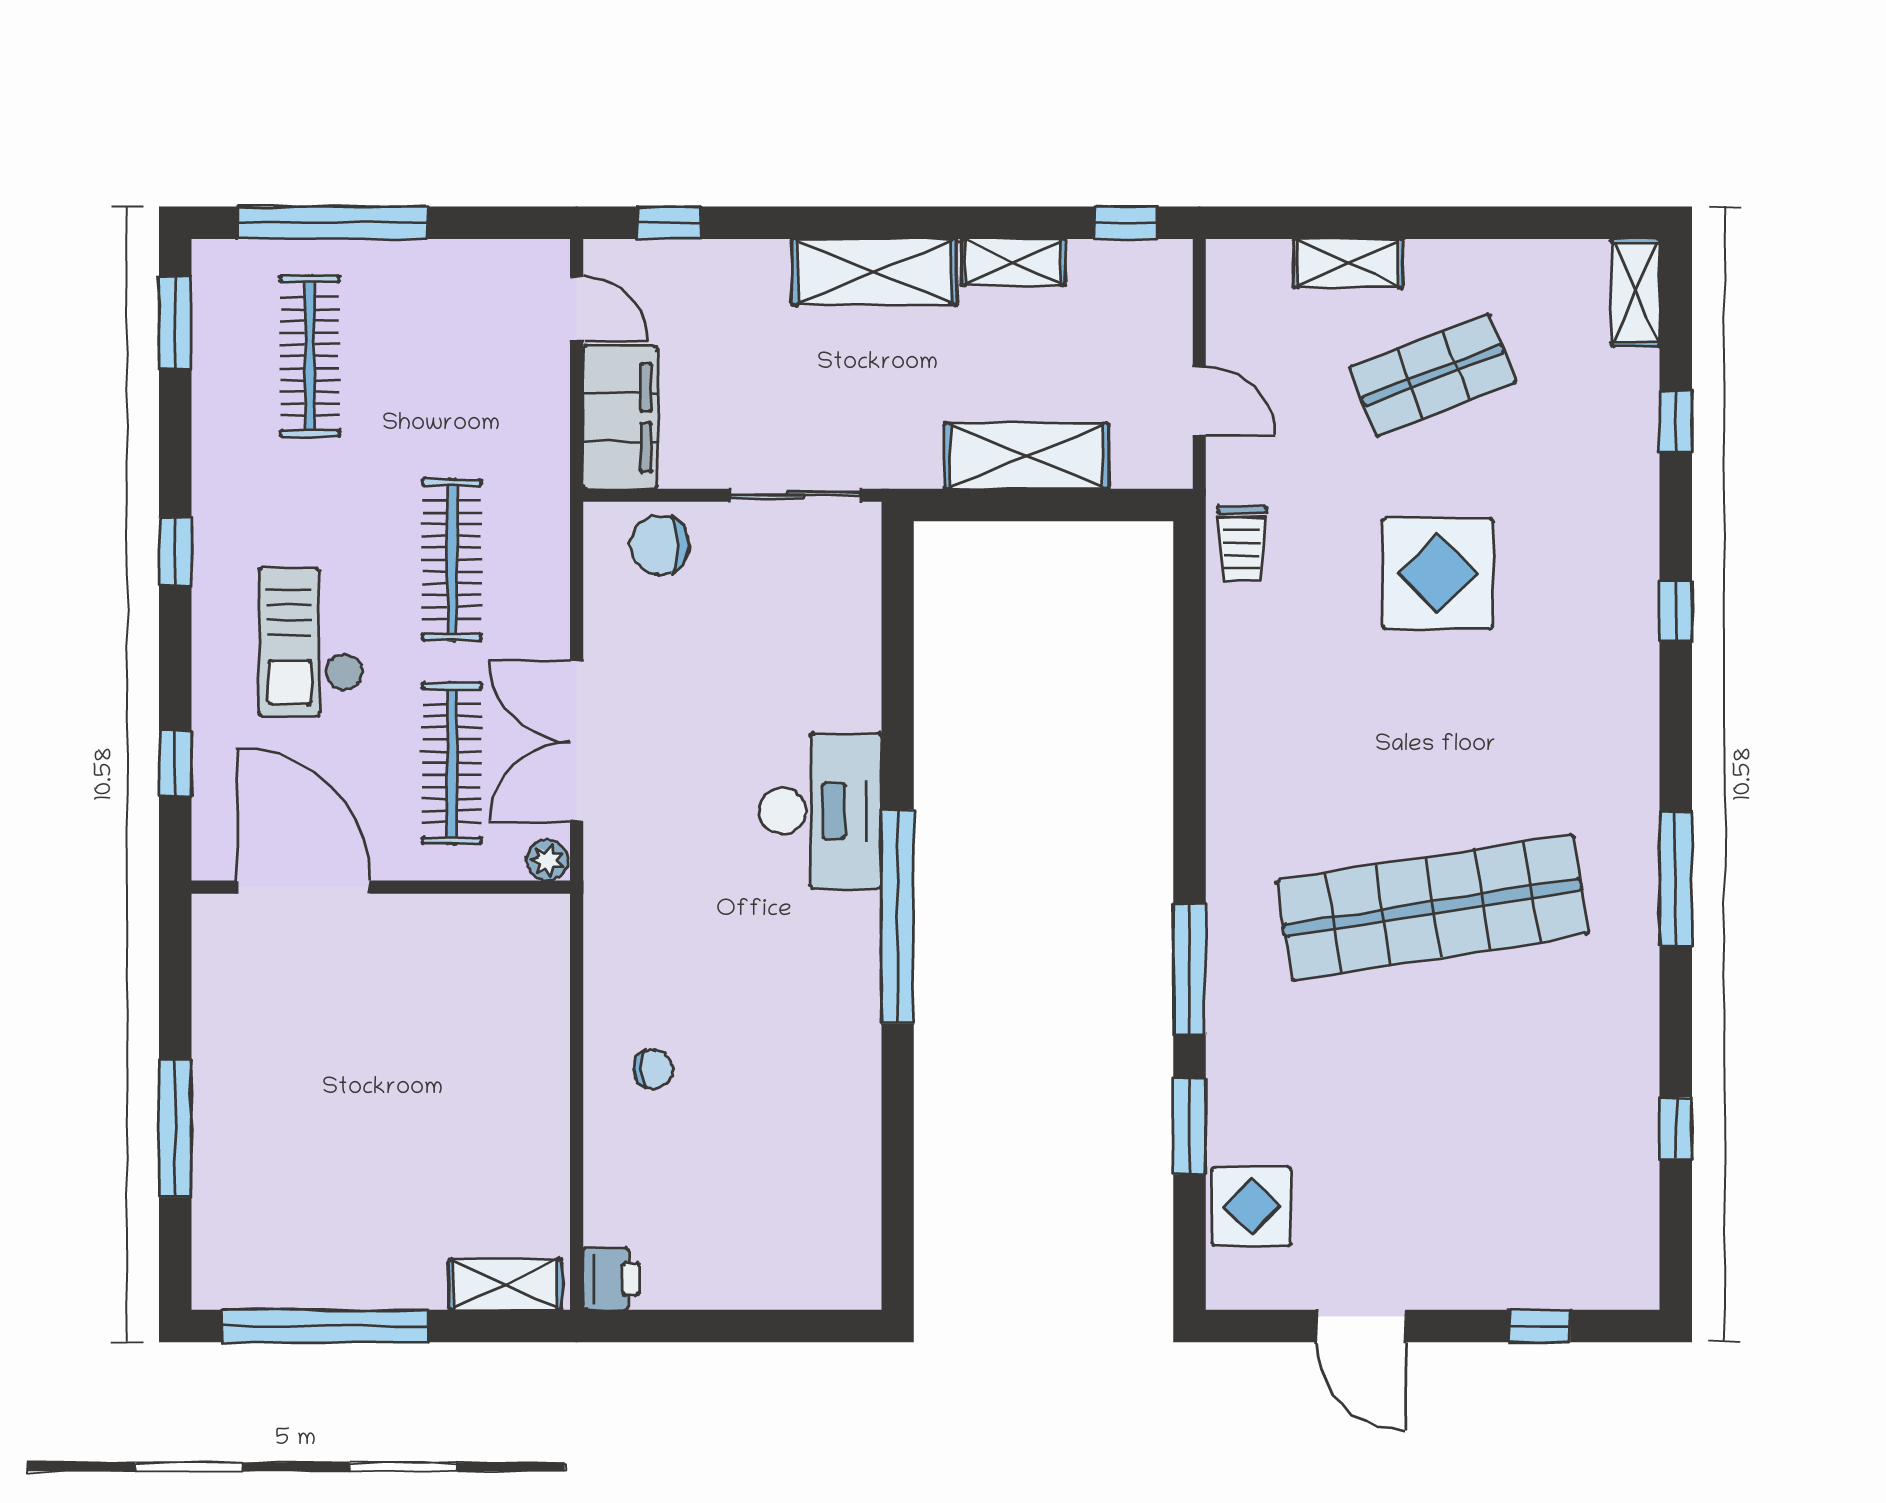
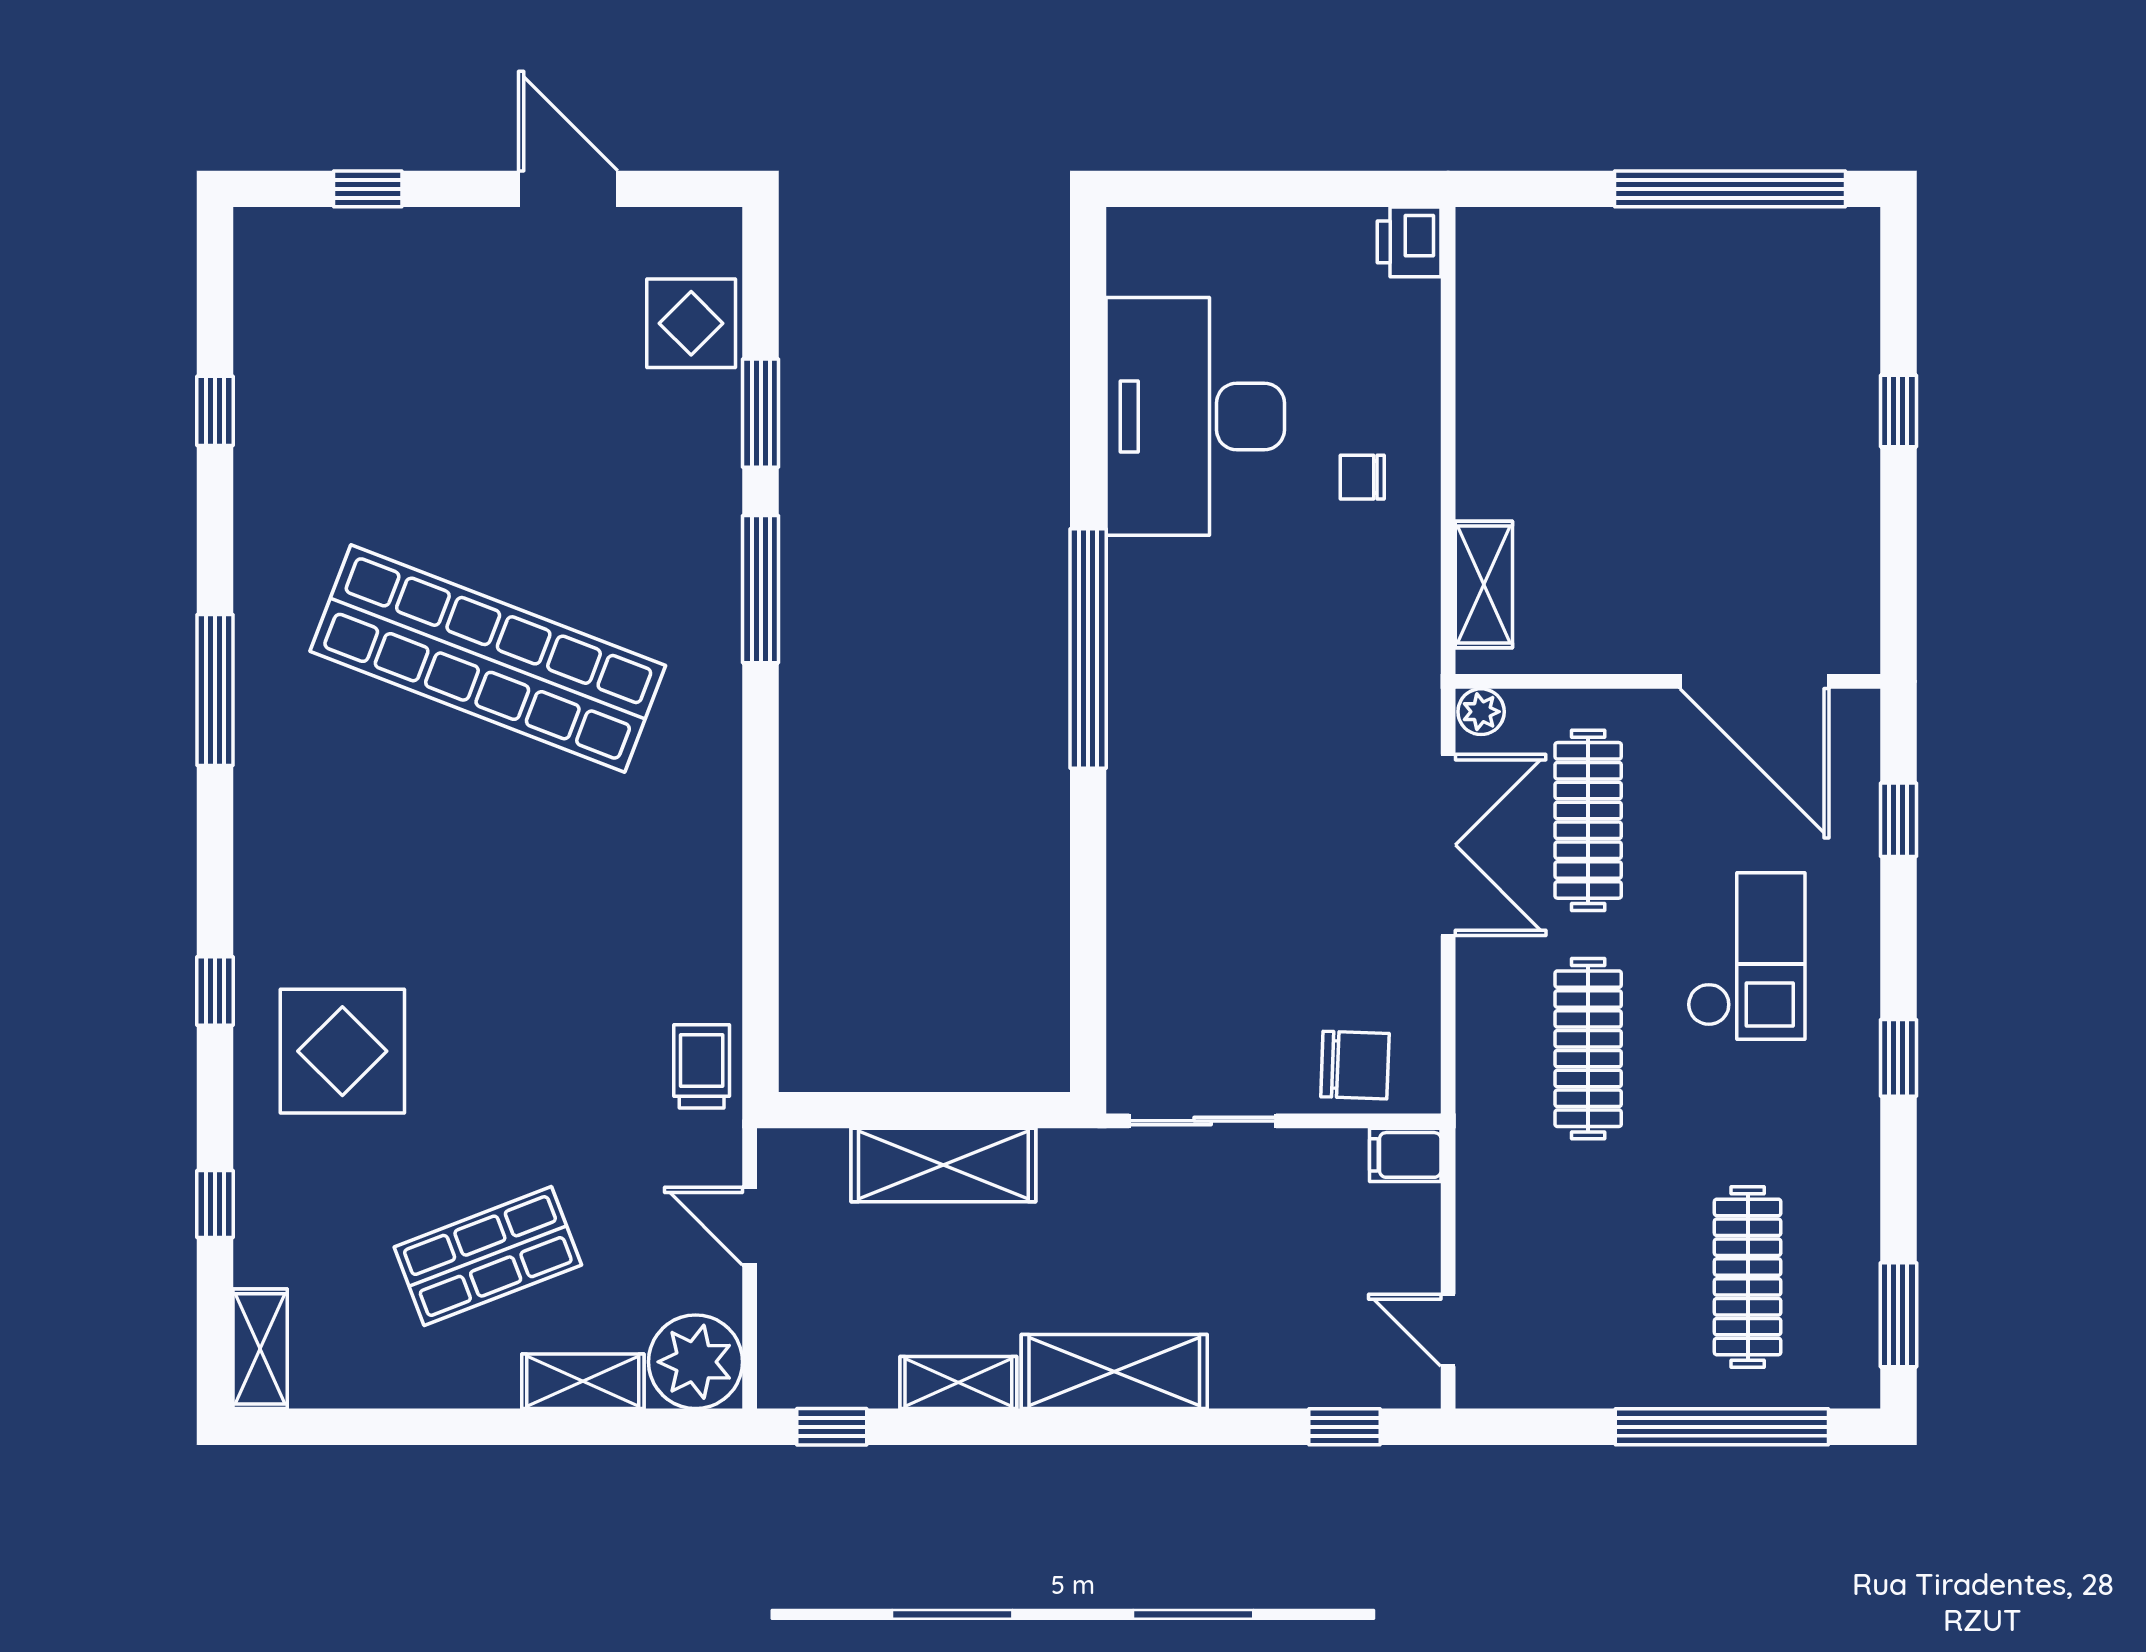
plant: (1248, 281) -> (696, 1362), added
filing cabinet: (620, 417) -> (1405, 1155), width x0.33, depth x0.86
display table: (1437, 574) -> (342, 1051), moved
desk: (820, 811) -> (1195, 416), moved, width x1.36, depth x1.30
shop shelf: (1433, 908) -> (488, 658), turned 30
window: (175, 1128) -> (1898, 411), width x0.46
shelving: (505, 1285) -> (1484, 585), moved, turned 90

